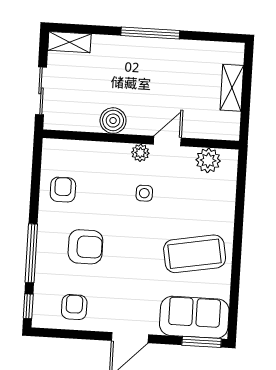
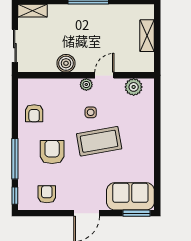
armchair: (63, 190) -> (34, 113), turned 180
armchair: (85, 247) -> (52, 152), turned -90
coffee table: (195, 254) -> (99, 141), moved

